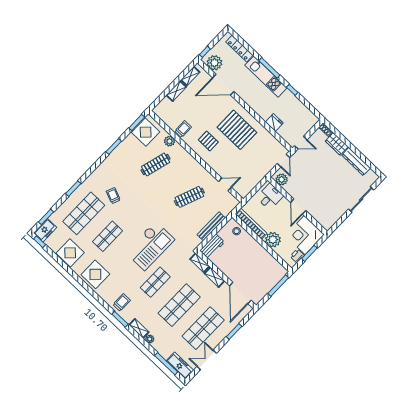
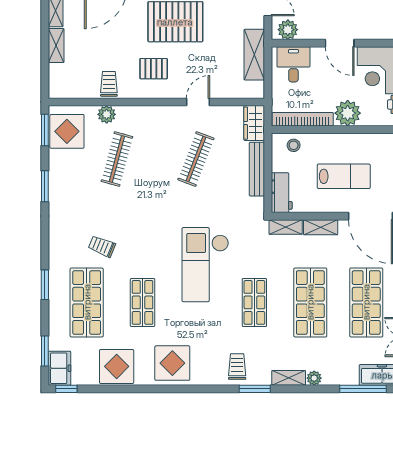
shelving: (257, 176) -> (254, 55), added
door: (225, 184) -> (198, 102), moved
wardrobe: (229, 206) -> (254, 123), added
checkout: (150, 246) -> (205, 265), turned 180
lab bench: (245, 265) -> (344, 176), added

